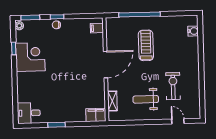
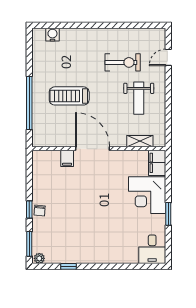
filing cabinet: (97, 28) -> (67, 158), moved
corner desk: (30, 57) -> (147, 195), moved, turned -90
exercise bike: (173, 86) -> (123, 62), turned 180

